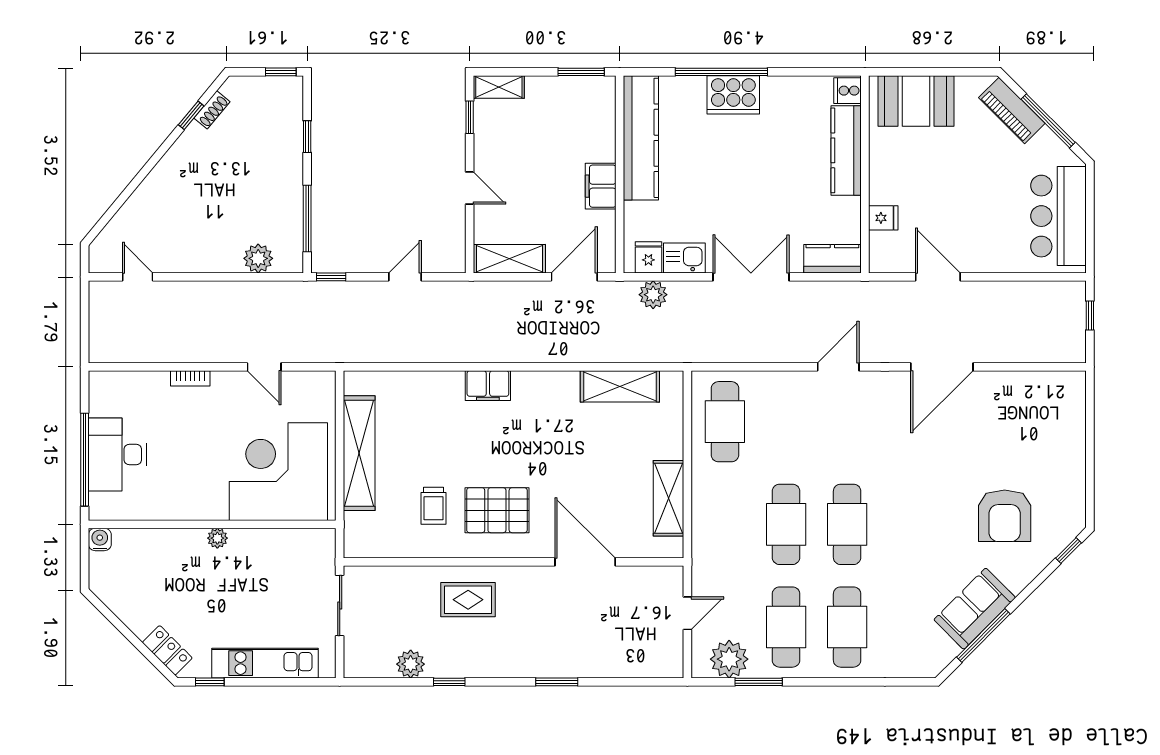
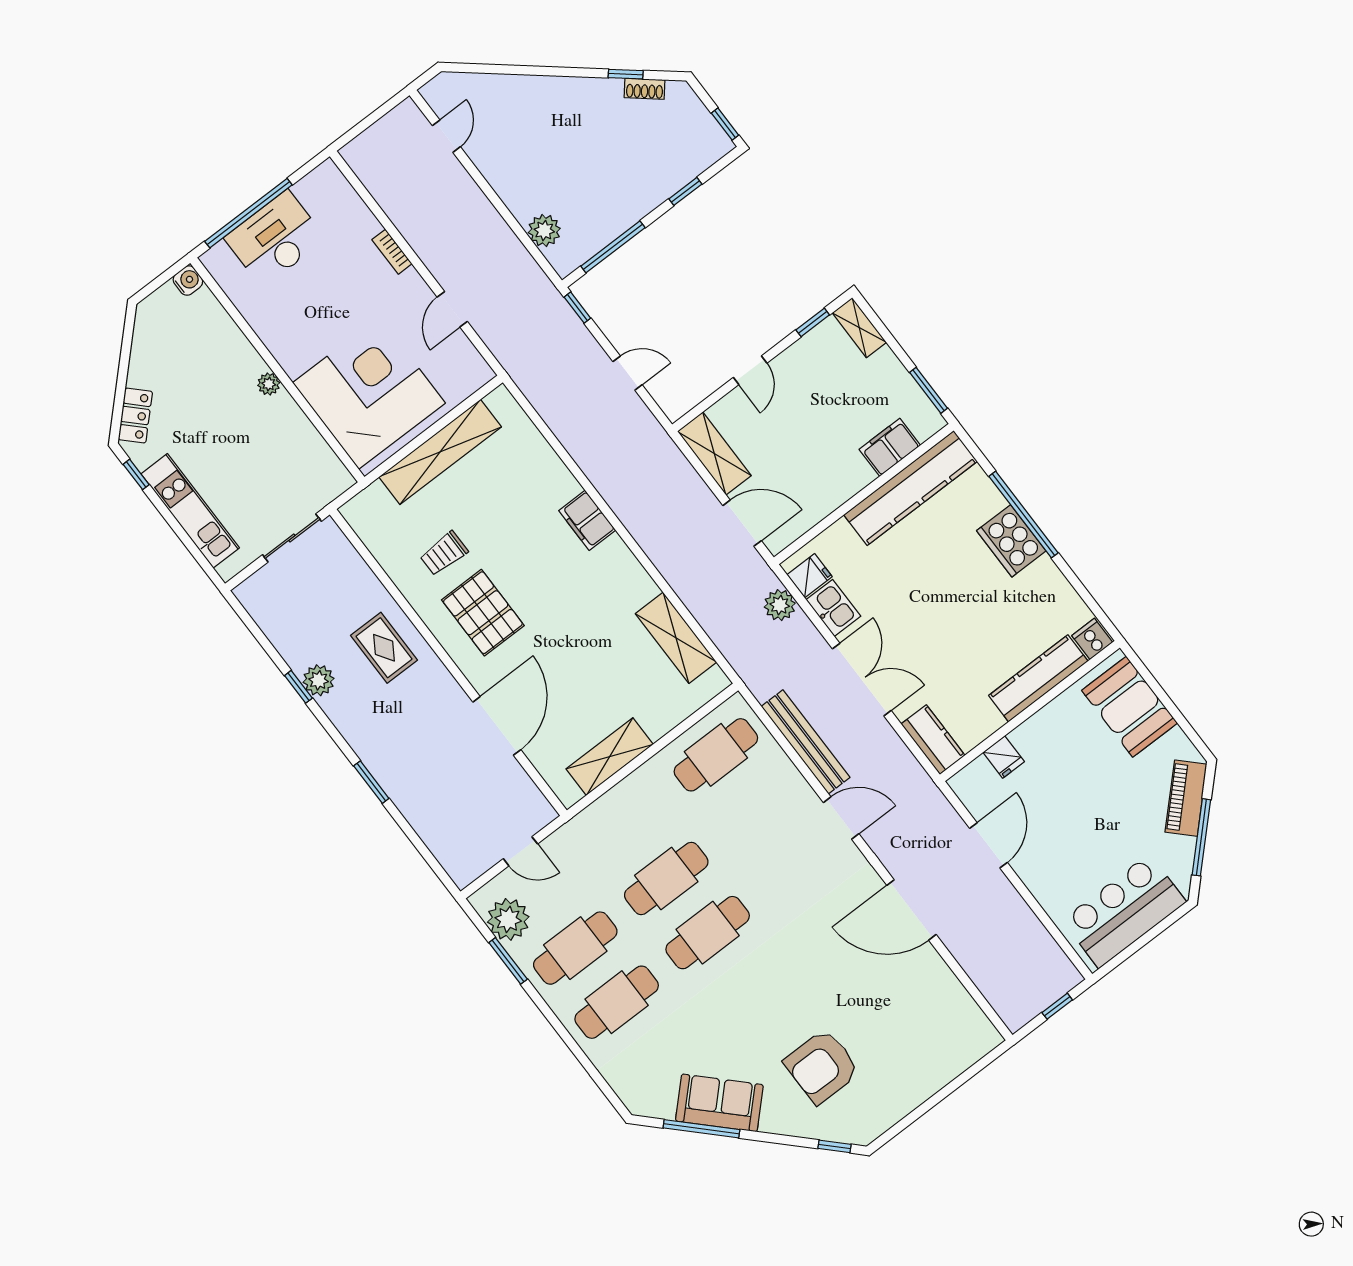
filing cabinet: (601, 186) -> (890, 447), moved
bench: (765, 351) -> (806, 742), added
plant: (411, 664) -> (319, 680), moved

